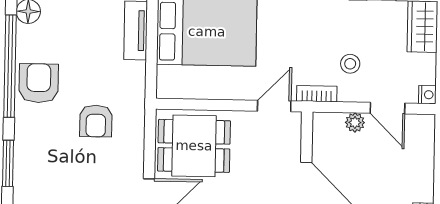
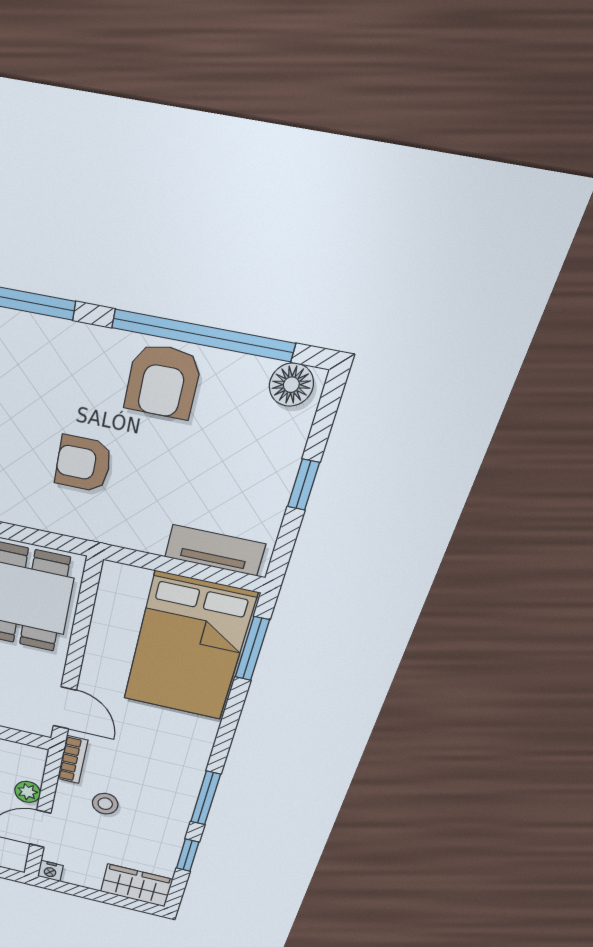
armchair: (39, 83) -> (163, 381), turned 90

